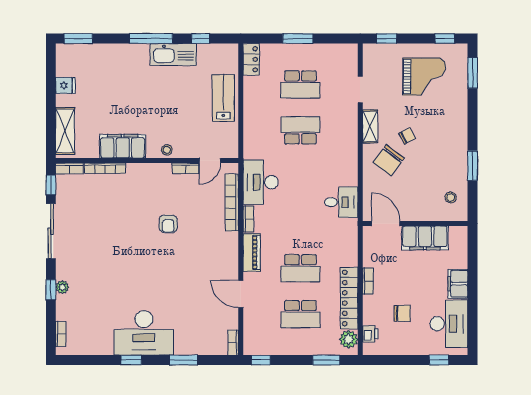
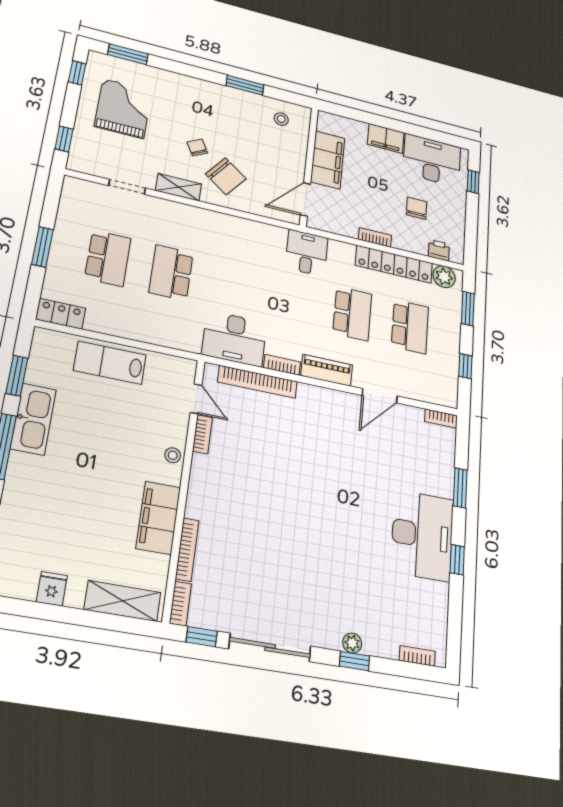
window: (201, 39) -> (17, 376), width x1.50
desk: (341, 202) -> (307, 253), moved
armchair: (168, 224) -> (277, 474), removed
window: (261, 360) -> (465, 366), moved

